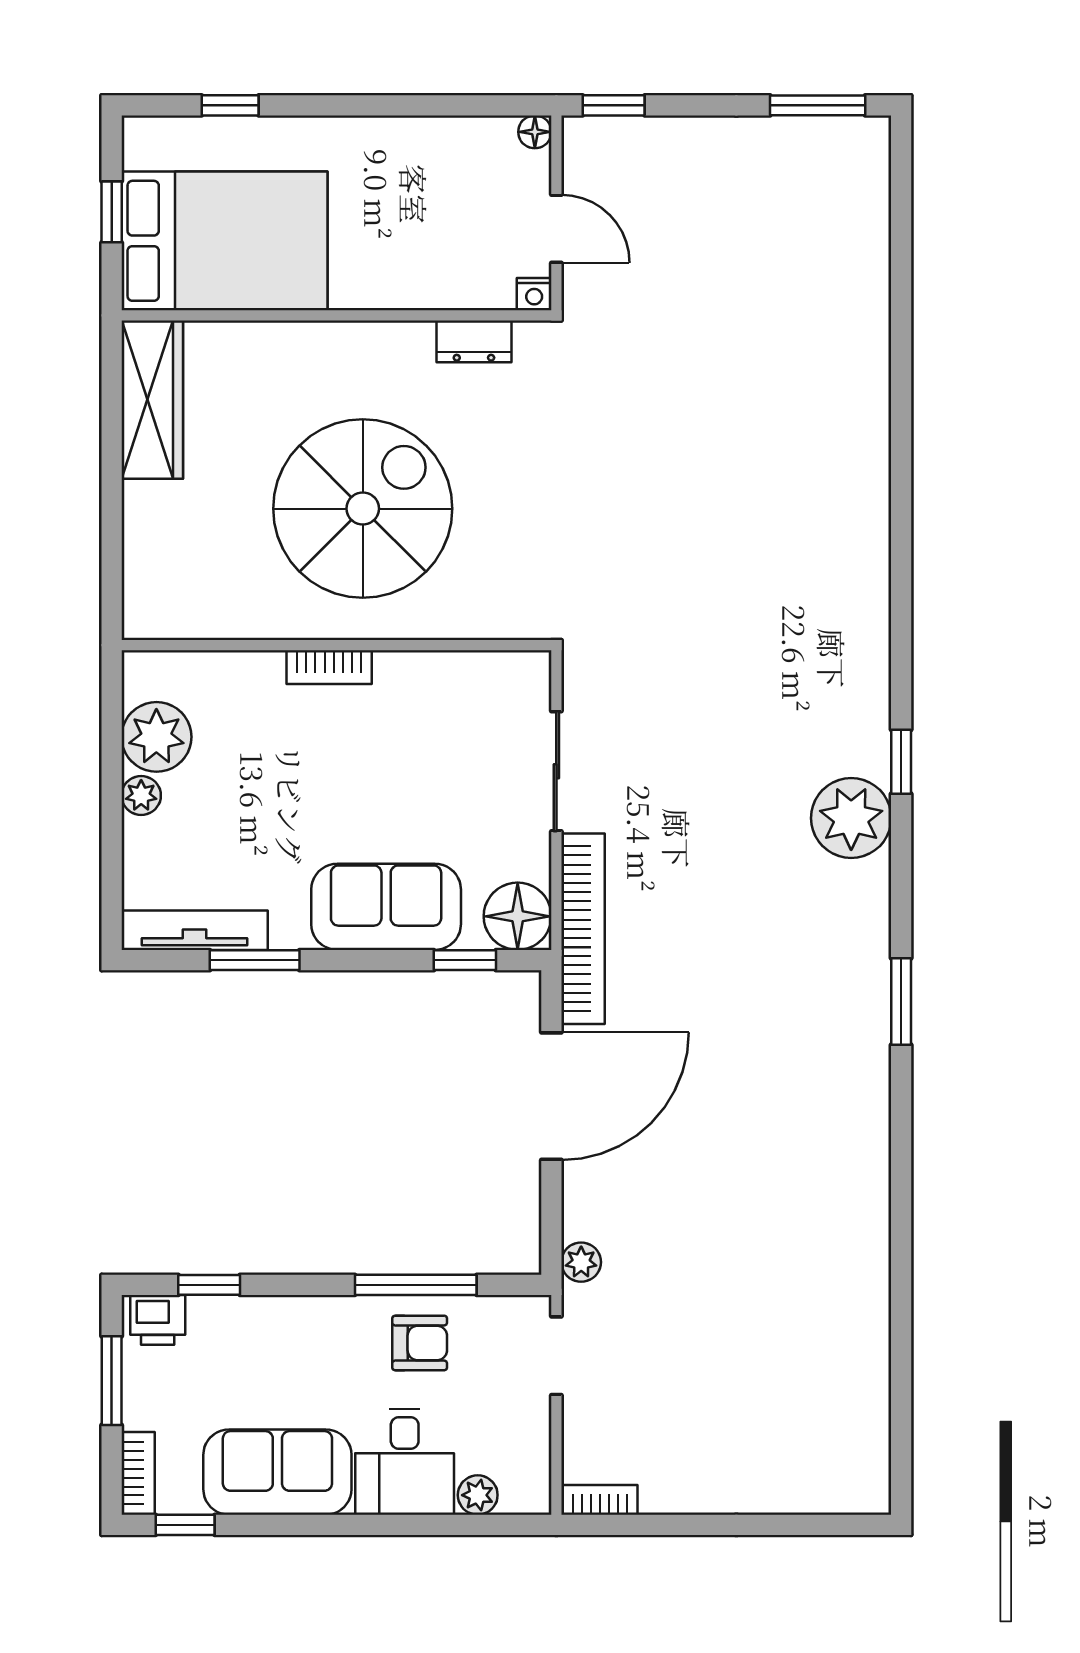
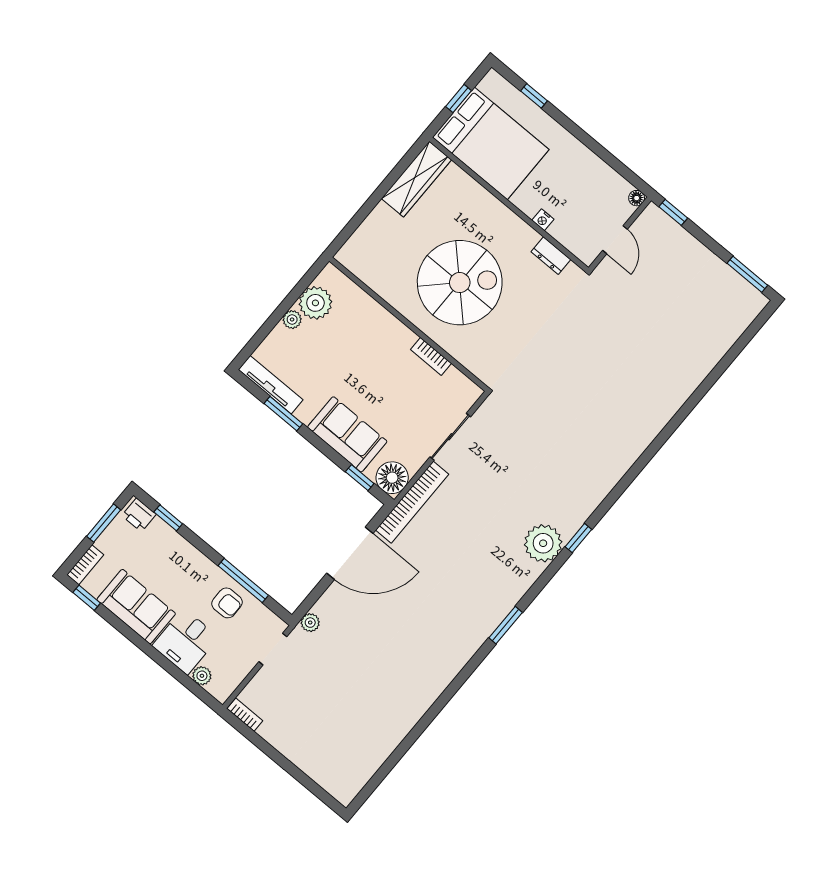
nightstand: (534, 294) -> (543, 220), moved
bookcase: (329, 667) -> (431, 356), moved

